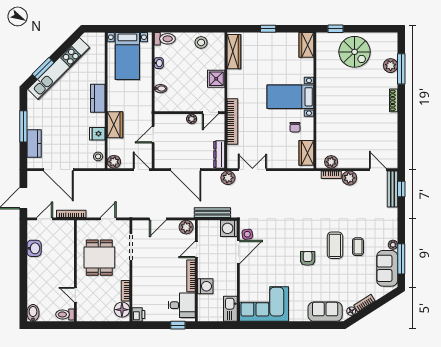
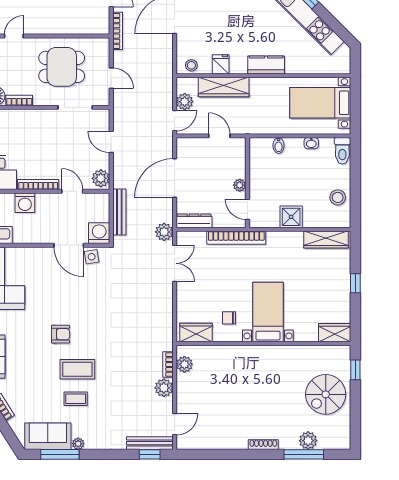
wardrobe: (115, 125) -> (224, 87), width x1.50
plant: (114, 162) -> (185, 102), moved

